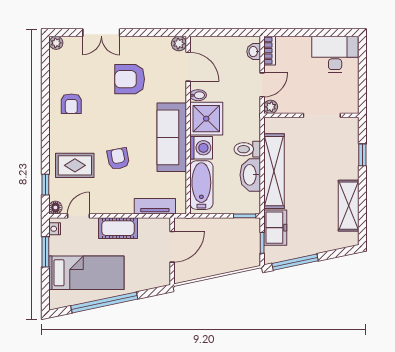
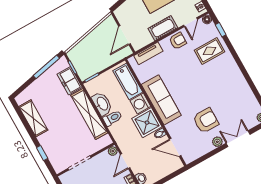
plant: (179, 44) -> (217, 142), moved
armchair: (71, 104) -> (232, 86), removed
armchair: (118, 159) -> (178, 41), moved, turned -79

